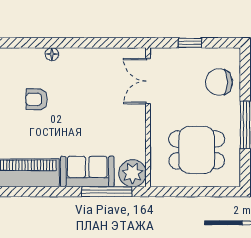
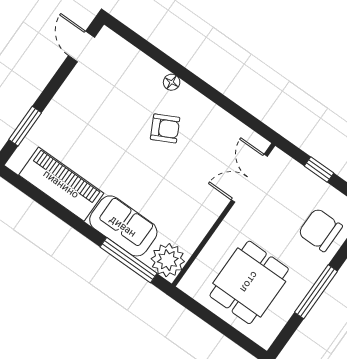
armchair: (37, 99) -> (165, 128), moved, turned 153
dining table: (197, 150) -> (249, 282), turned 90

